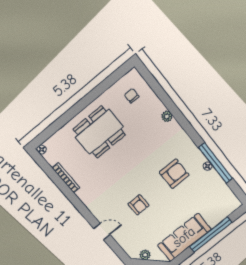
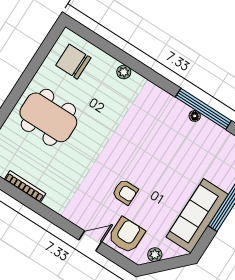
chair: (132, 96) -> (73, 62), width x1.87, depth x1.87
dining table: (99, 132) -> (48, 117), turned 90
armchair: (174, 174) -> (126, 235), moved

